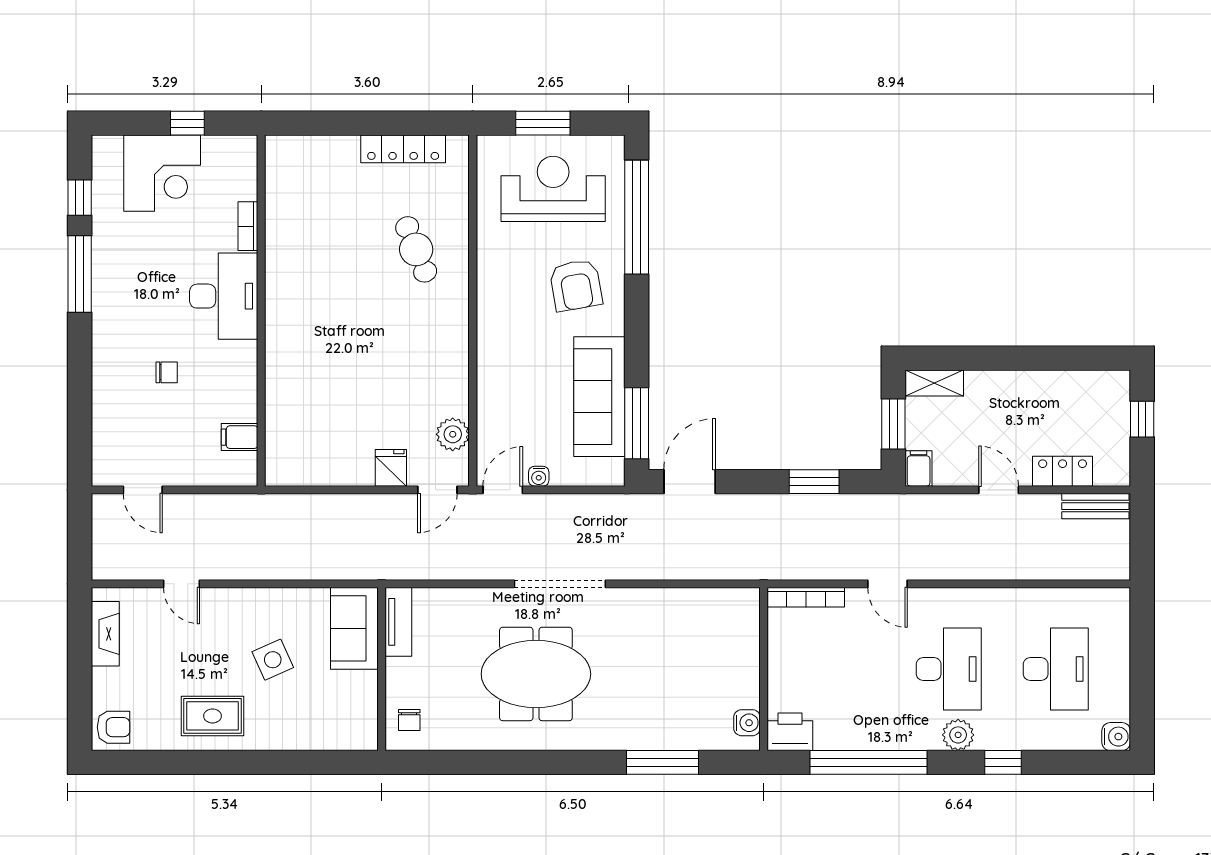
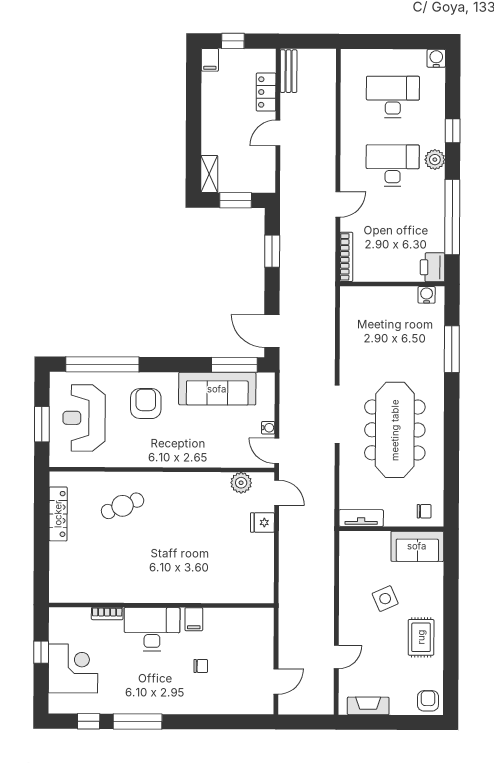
armchair: (576, 285) -> (146, 404), turned -80
chair: (167, 372) -> (201, 666), turned 90
filing cabinet: (240, 437) -> (194, 619), moved
filing cabinet: (919, 468) -> (210, 60), moved, turned -90
sofa: (354, 628) -> (417, 546), moved
meeting table: (536, 674) -> (395, 430), width x1.36

